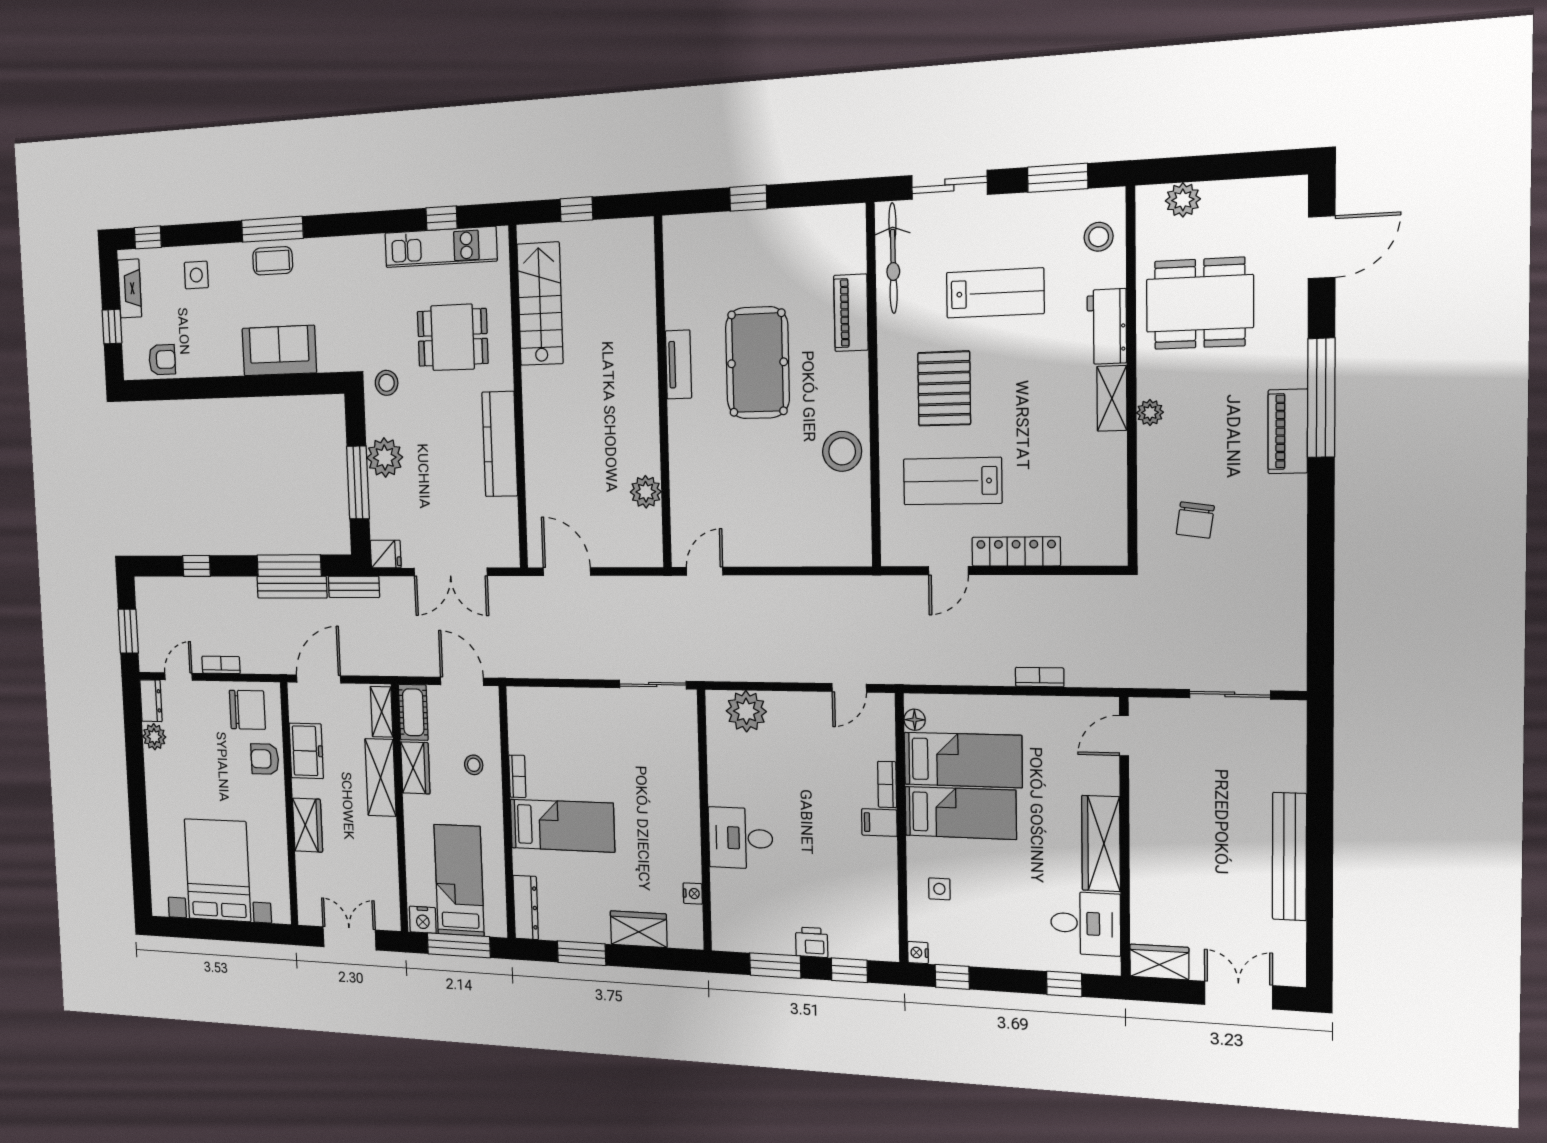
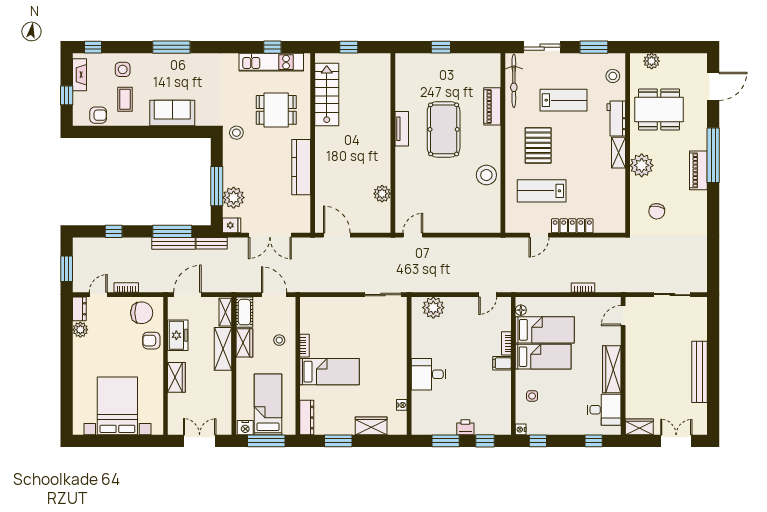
coffee table: (273, 261) -> (125, 99), moved, turned 90
plant: (1150, 413) -> (642, 165), width x1.88, depth x1.88
plant: (385, 458) -> (234, 198), moved

